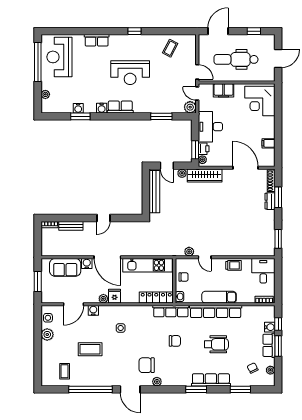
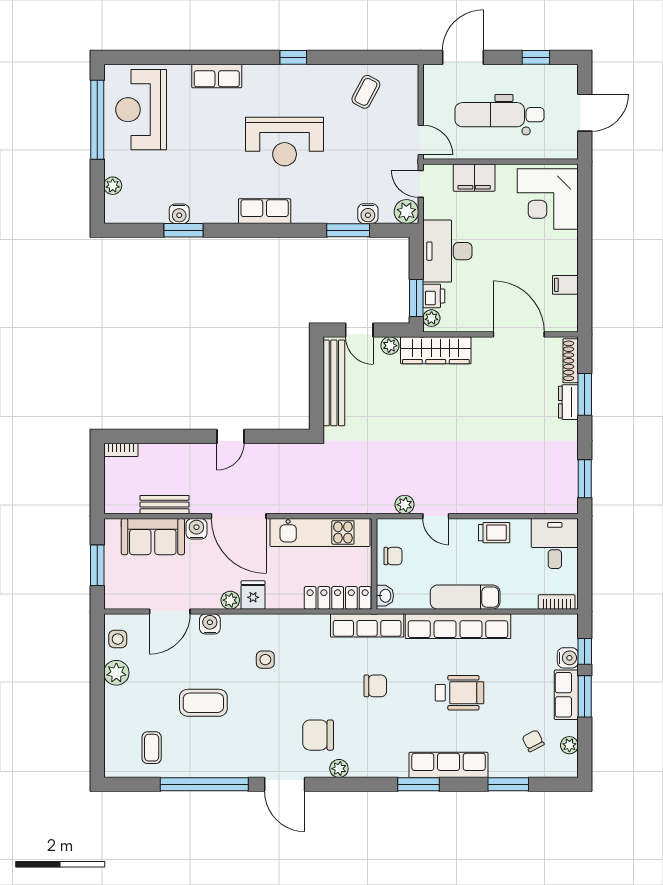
water cooler: (102, 108) -> (368, 214), moved
bench: (71, 226) -> (165, 505), moved

